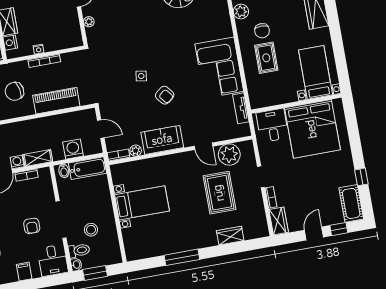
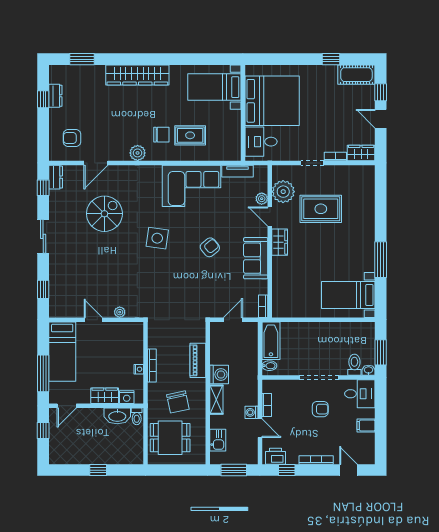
side table: (141, 76) -> (157, 238), moved, width x1.87, depth x1.87
piano: (56, 101) -> (198, 360), width x0.73, depth x0.75
door: (204, 146) -> (270, 217), swing flipped
washing machine: (73, 149) -> (219, 374), moved, turned 180
plant: (136, 151) -> (262, 199), moved
shelving: (38, 158) -> (216, 400), moved
bed with nightstands: (142, 203) -> (348, 295), moved, turned -90
stool: (91, 230) -> (335, 349), removed
wardrobe: (230, 236) -> (280, 242), moved, turned 180

